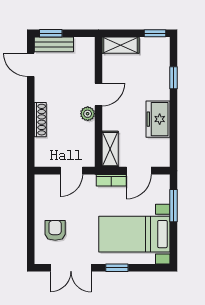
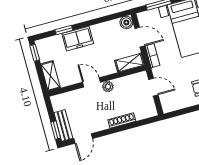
freezer: (158, 119) -> (78, 39), moved
boiler: (162, 159) -> (126, 22), added

